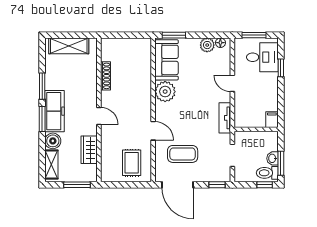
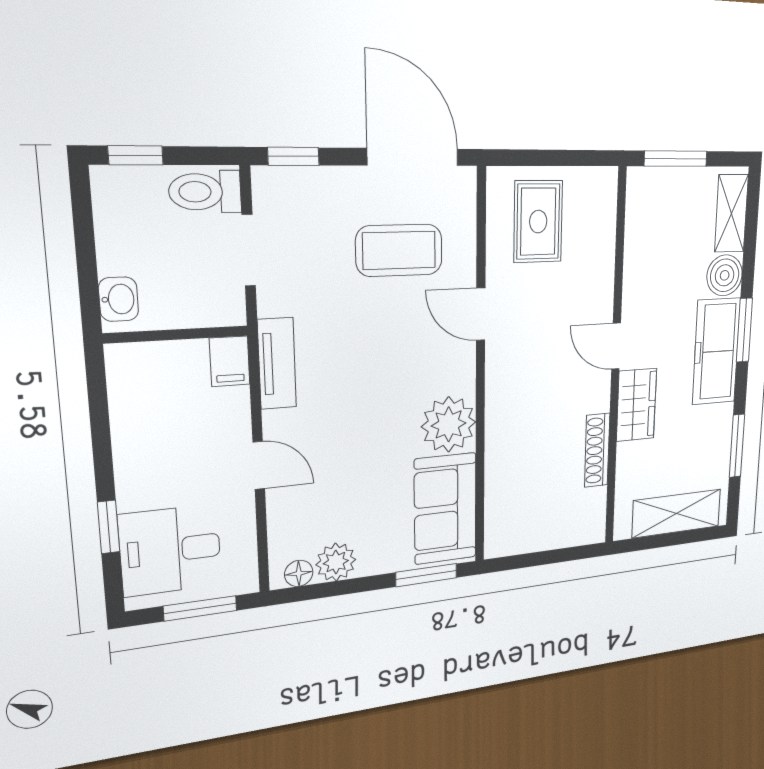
window: (42, 86) -> (737, 446), moved
filing cabinet: (272, 120) -> (230, 361), moved
wardrobe: (89, 150) -> (636, 405), moved
washbasin: (273, 158) -> (119, 299), moved
window: (281, 163) -> (84, 228), removed
toilet: (267, 173) -> (205, 192), moved, turned 180

